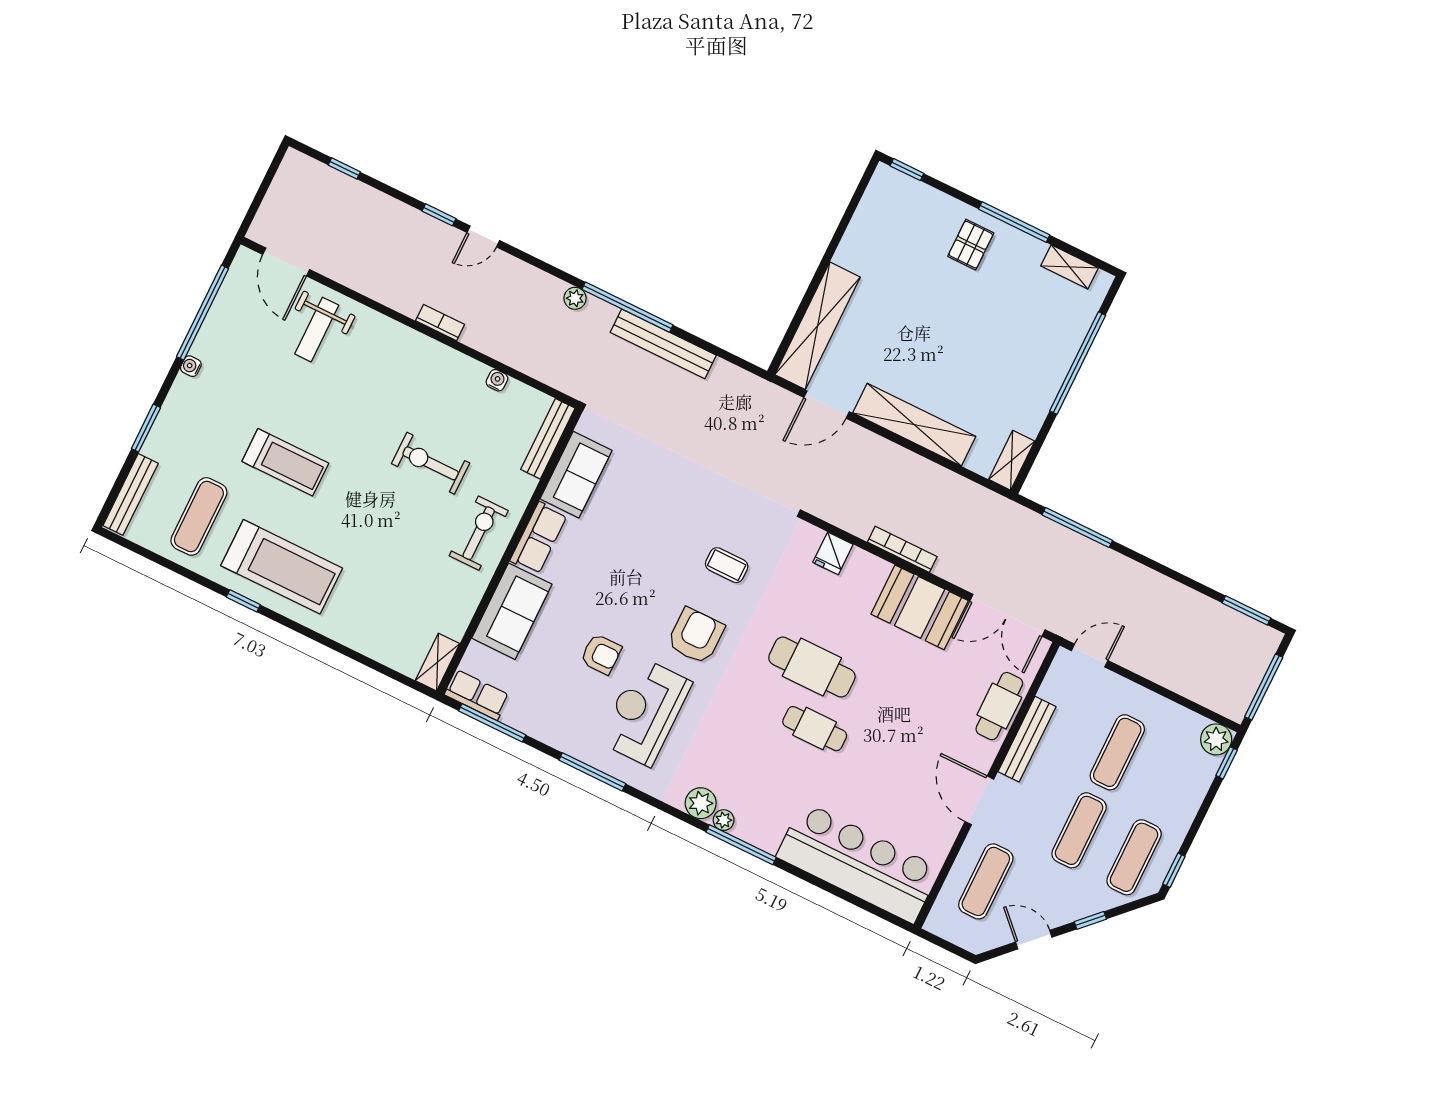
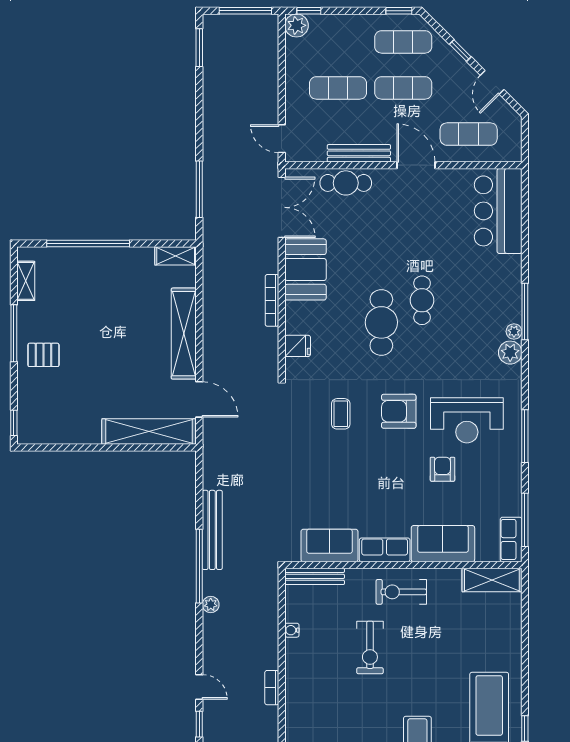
shelving: (438, 662) -> (492, 580), width x1.50, depth x1.33
door: (979, 800) -> (416, 165), swing flipped
bar counter: (858, 863) -> (498, 211), width x0.73

